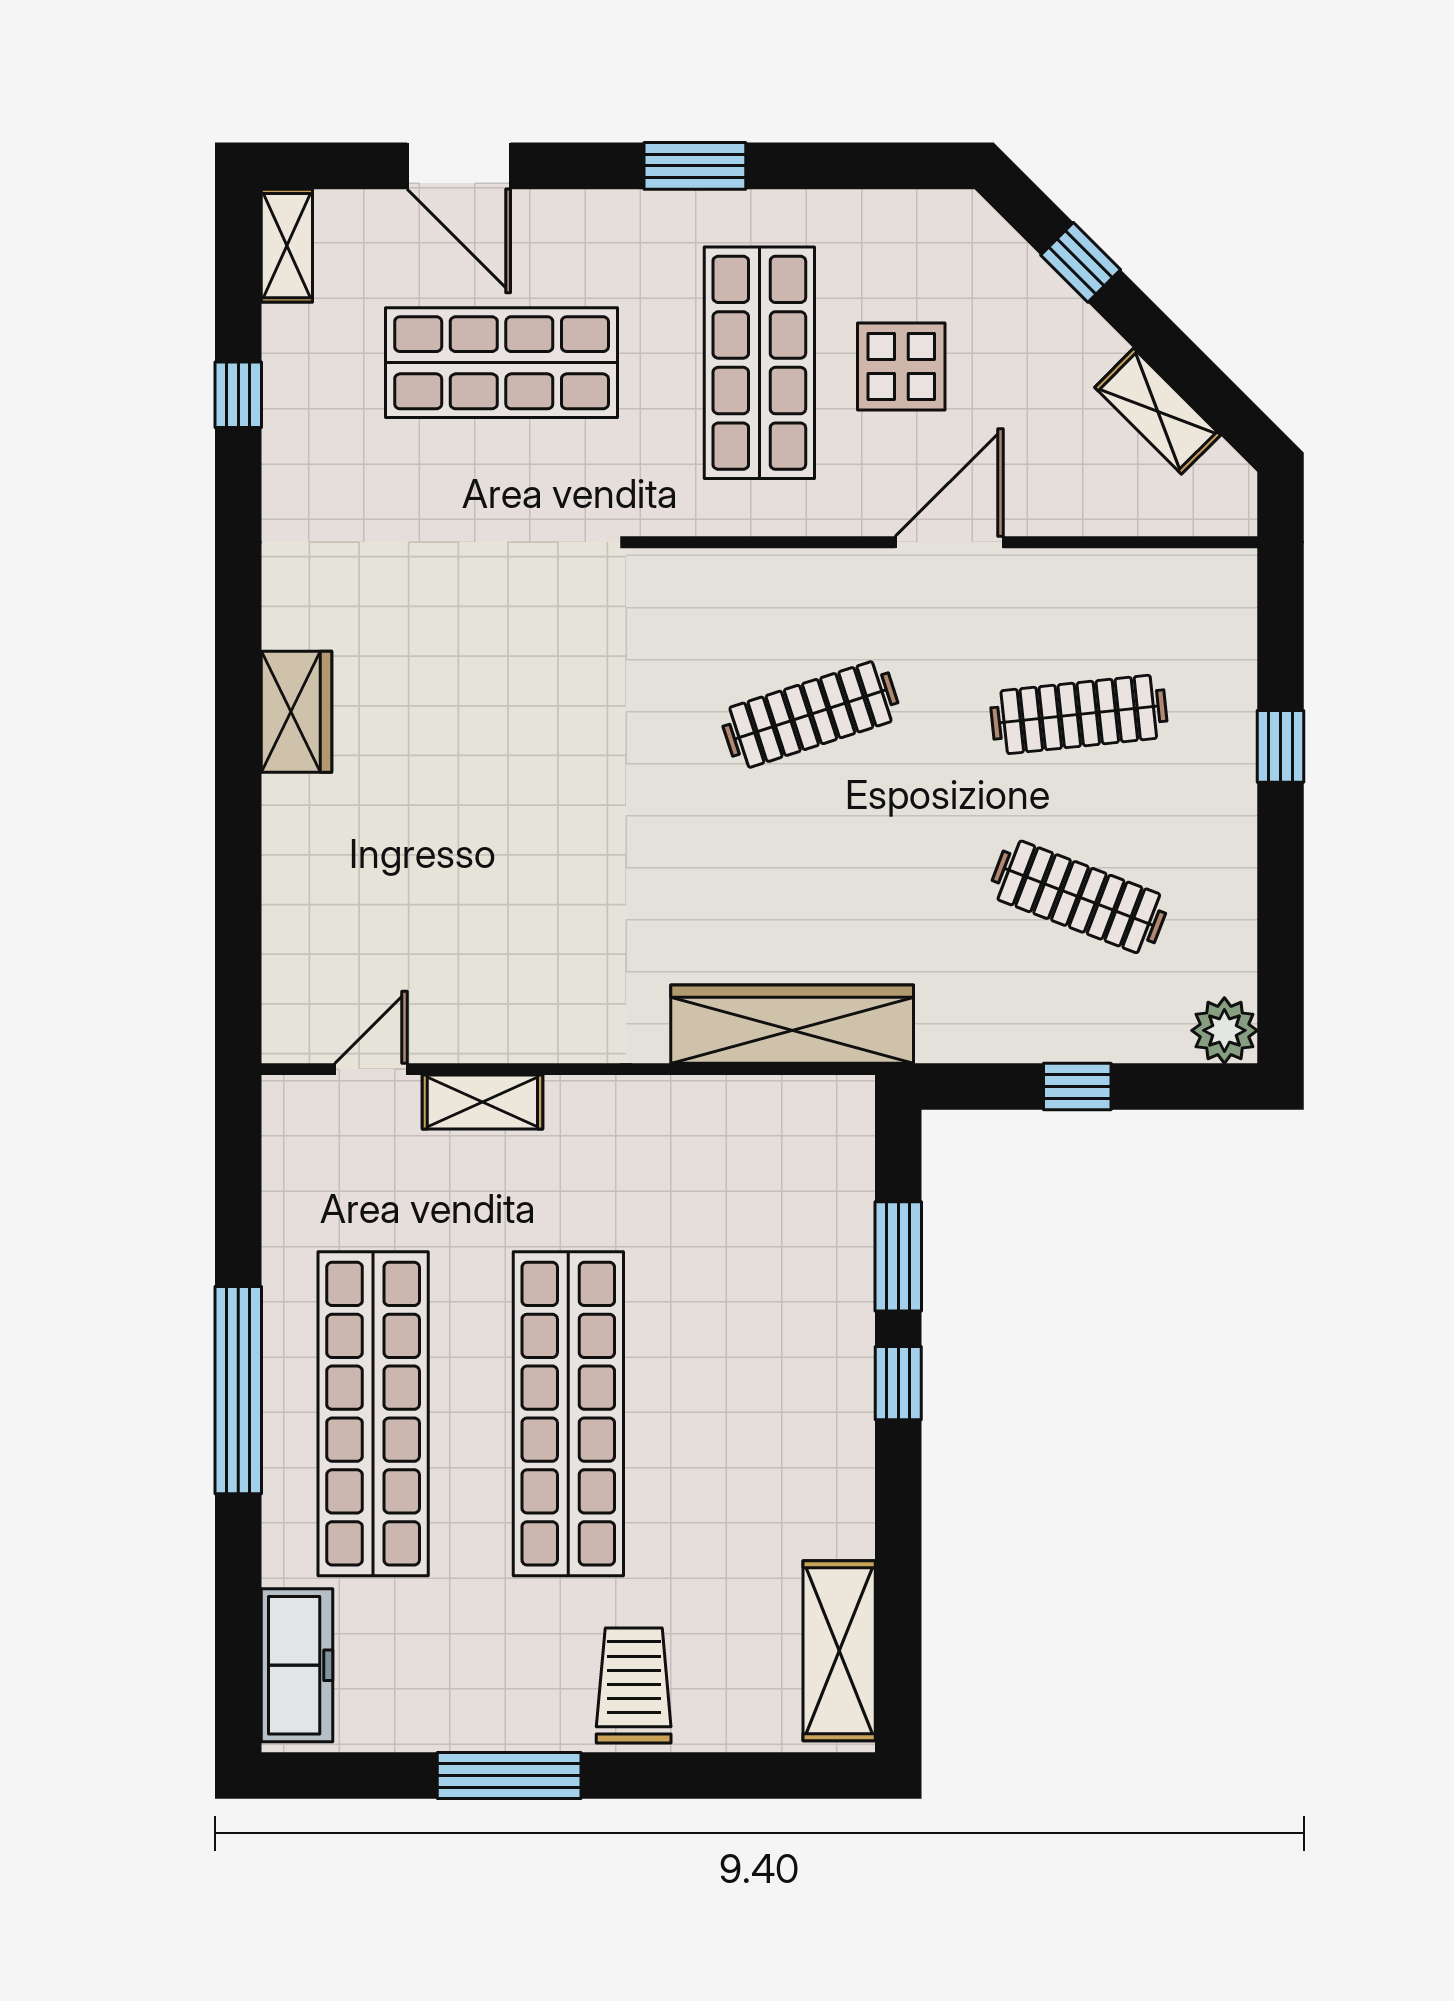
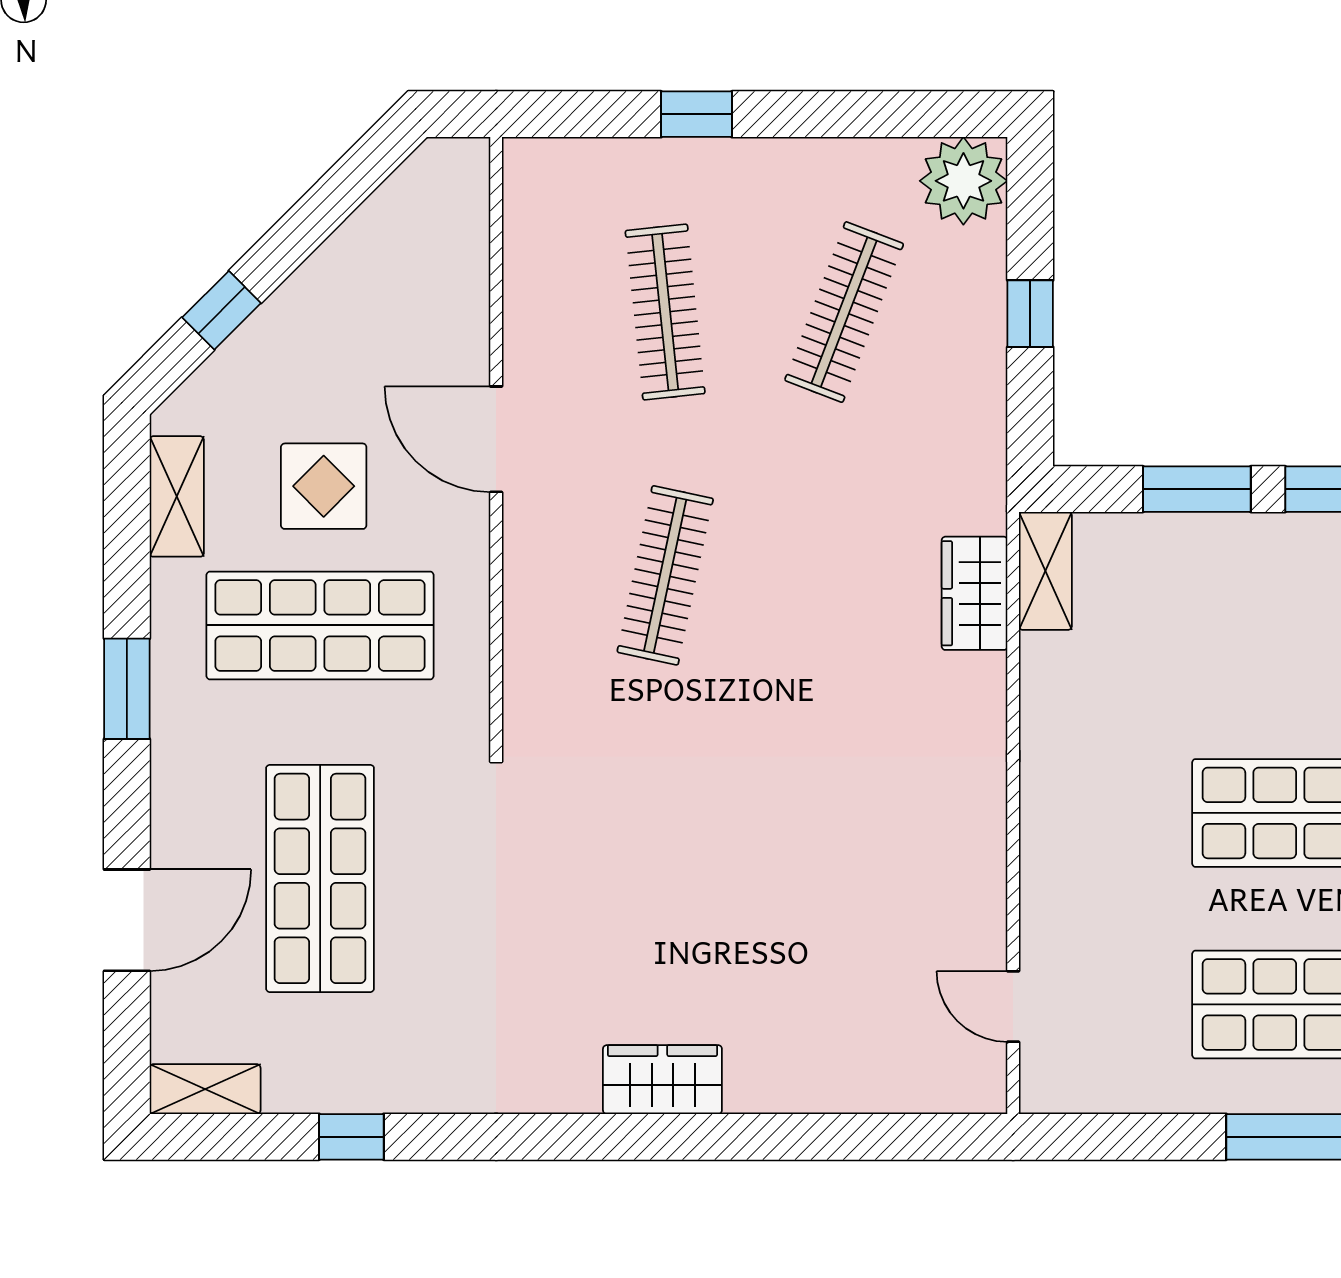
shelving: (1158, 411) -> (177, 496), moved, turned -45
clothes rail: (810, 714) -> (665, 575), turned 30
wardrobe: (792, 1024) -> (975, 593), width x0.48, depth x0.85
plant: (1224, 1030) -> (963, 181), width x1.36, depth x1.36
shelving: (482, 1102) -> (1045, 571), moved

